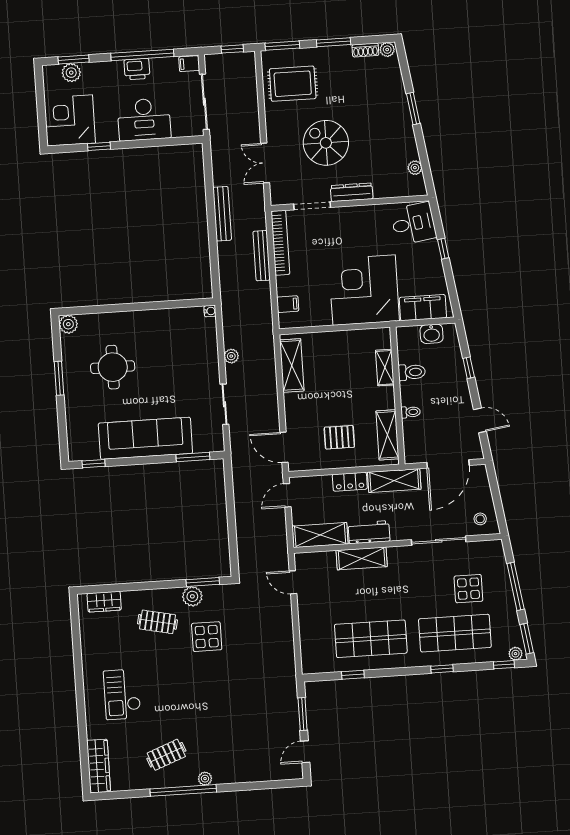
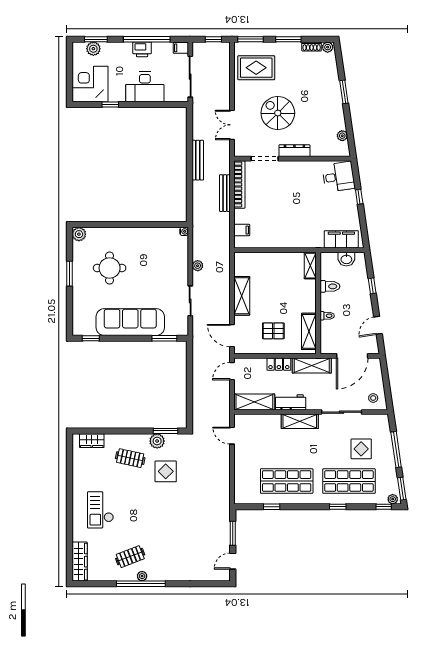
corner desk: (364, 290) -> (299, 224), removed
shelving: (292, 365) -> (242, 296), moved
shelving: (385, 368) -> (310, 266), moved
door: (480, 420) -> (378, 325), swing flipped
shelving: (362, 558) -> (300, 421), moved
plant: (205, 779) -> (142, 576), moved

